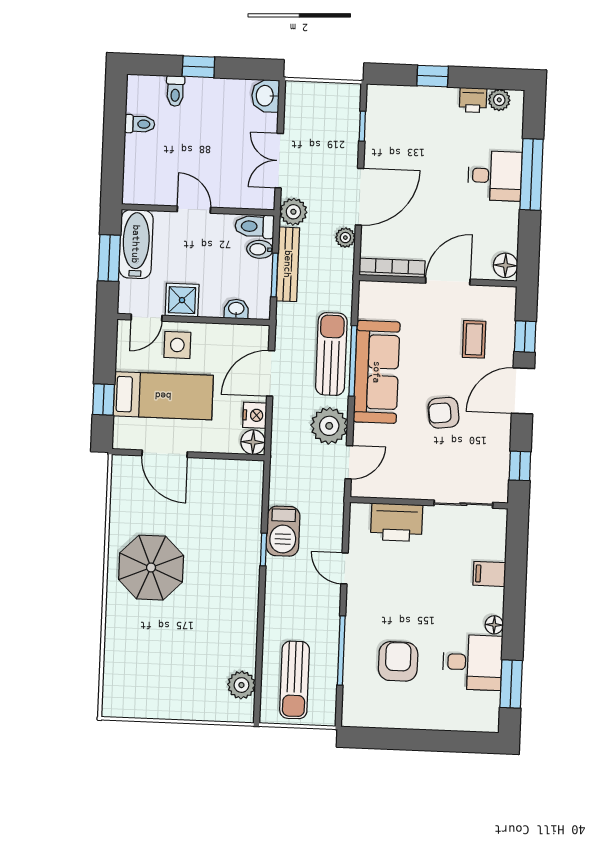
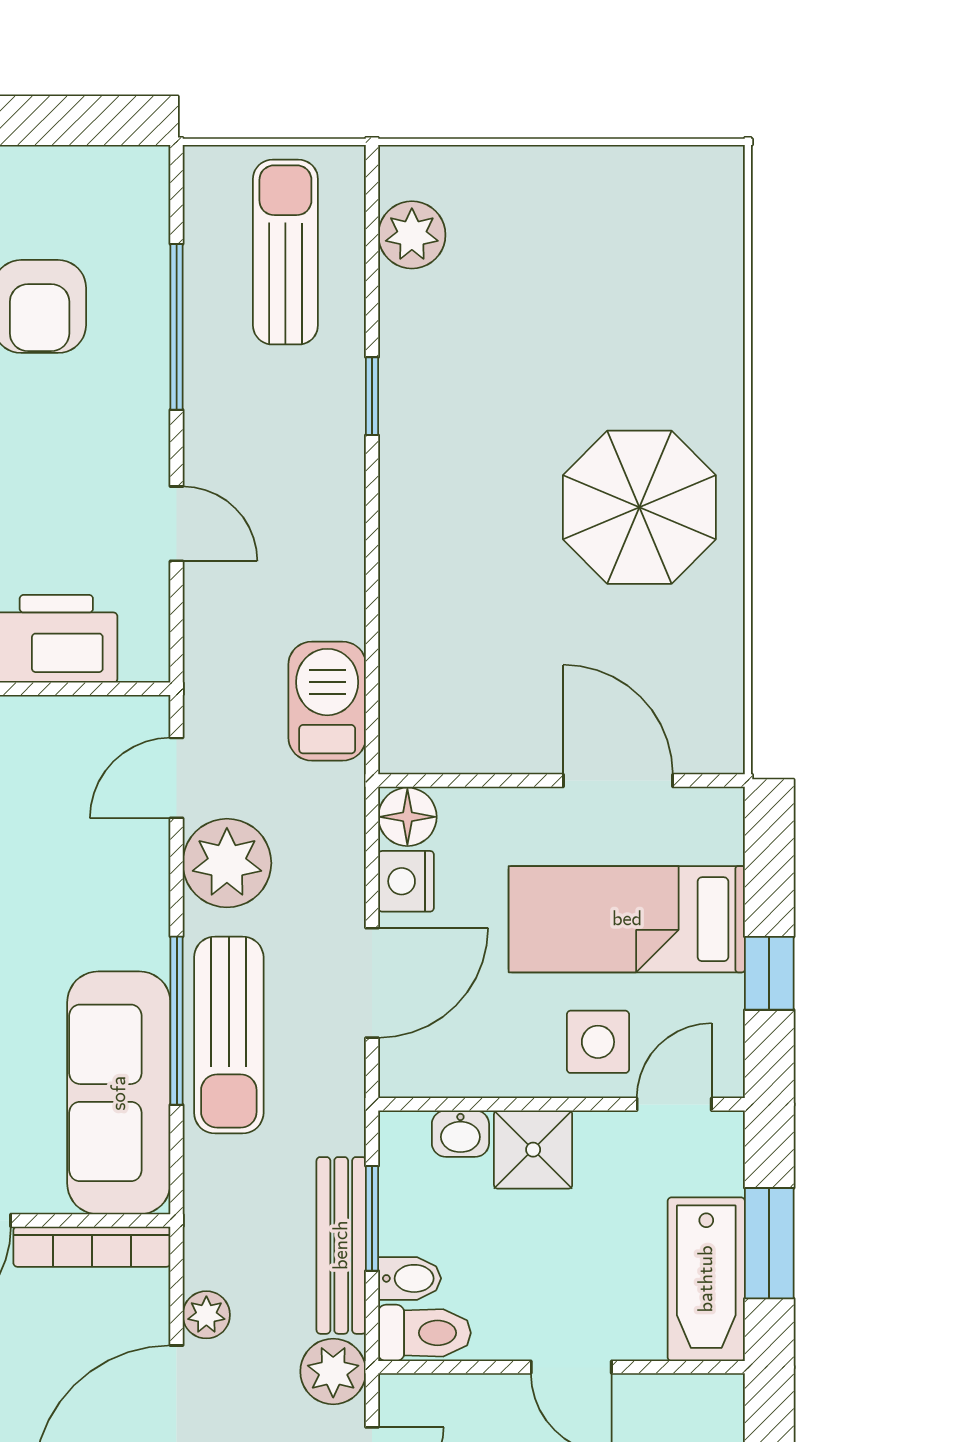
shower: (182, 300) -> (533, 1150), moved
sofa: (377, 372) -> (119, 1093), moved
window: (103, 400) -> (769, 973), moved
barbecue: (283, 531) -> (327, 701), moved
window: (264, 549) -> (372, 396), moved

